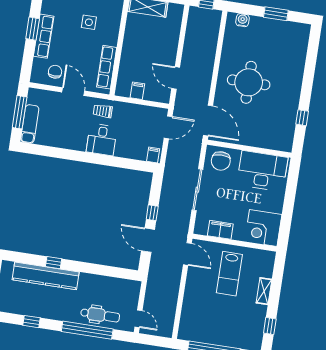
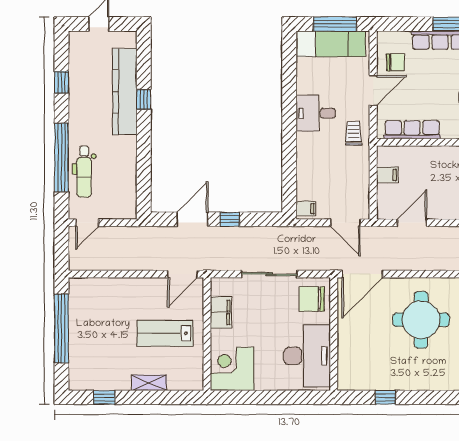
exam couch: (30, 124) -> (331, 44), width x1.36, depth x1.45
desk: (102, 140) -> (316, 113), moved

